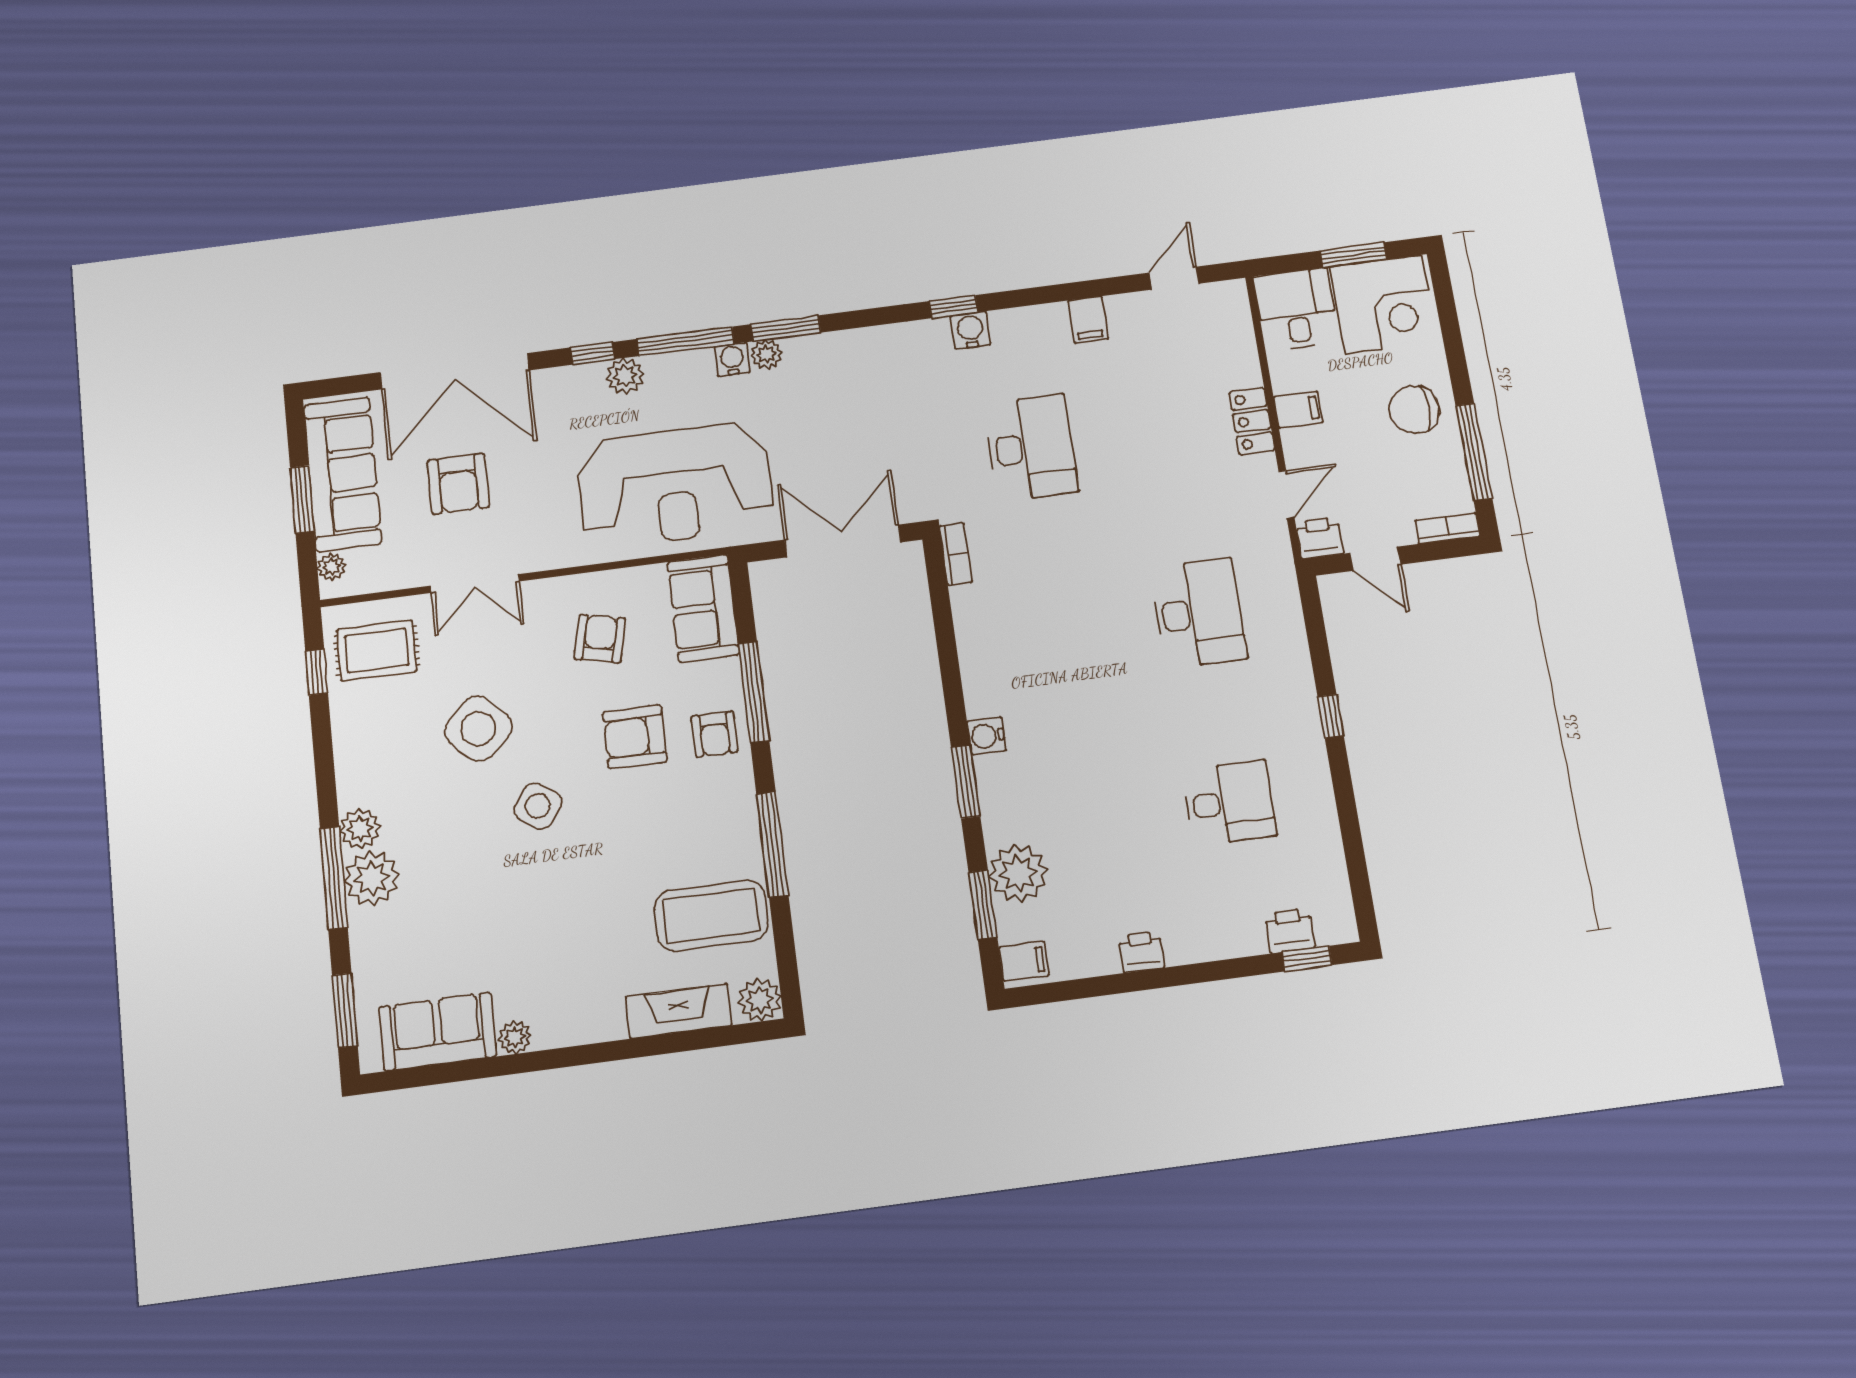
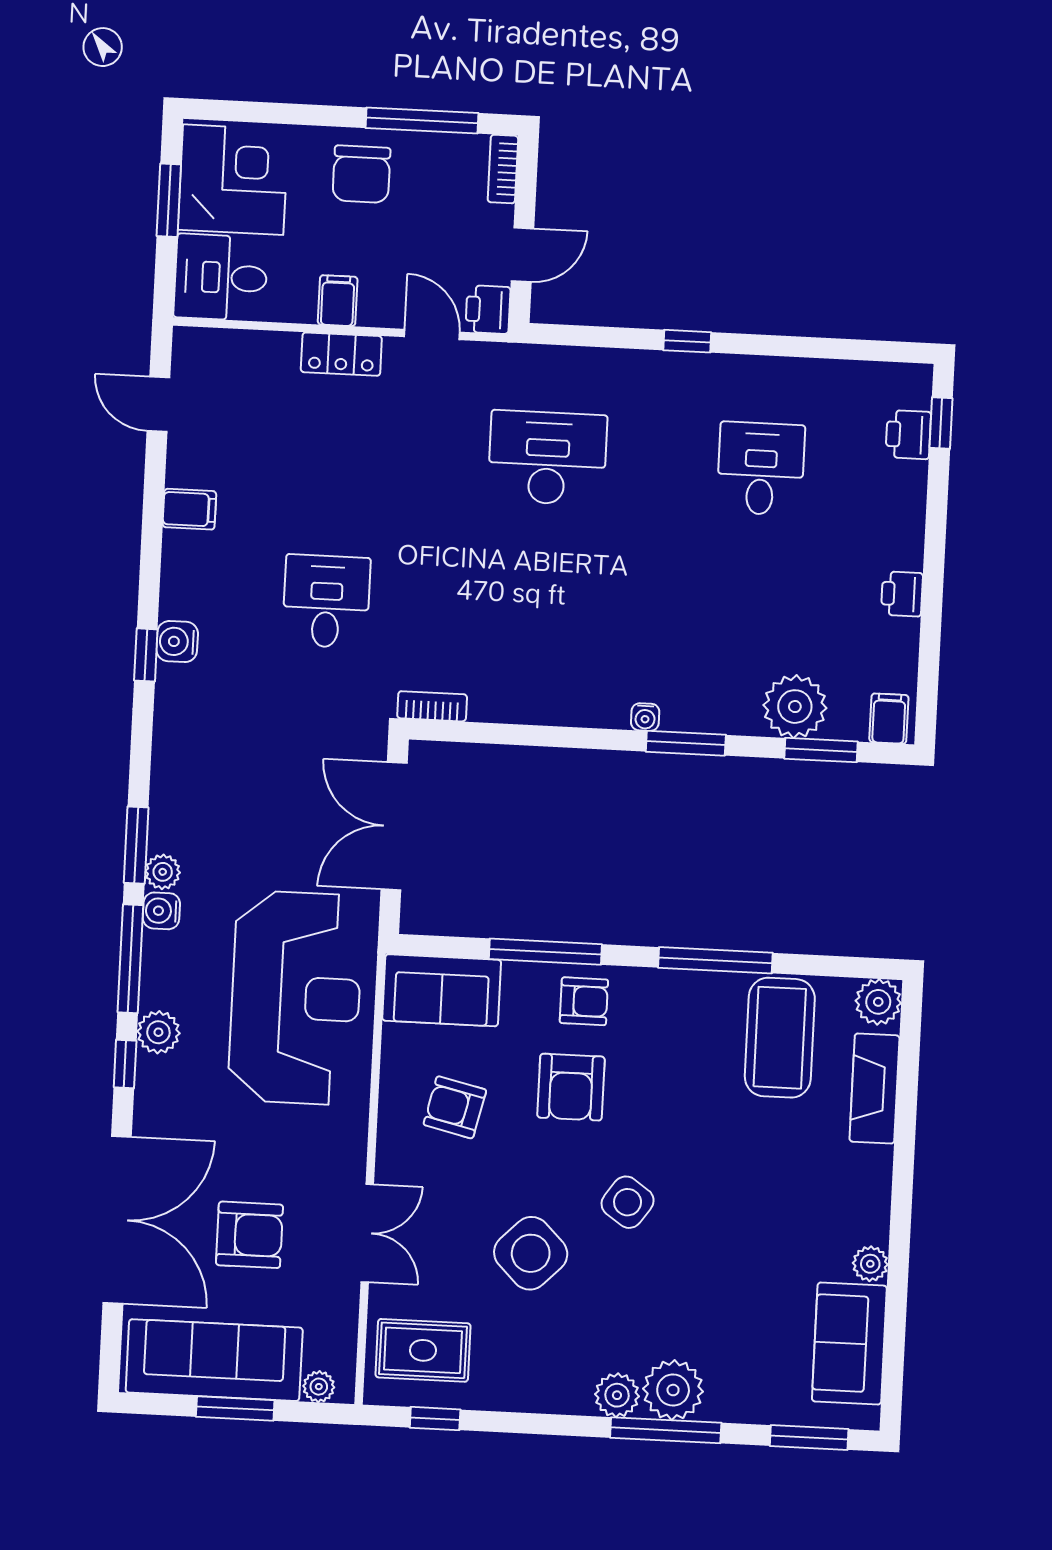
desk: (1031, 448) -> (326, 601), width x0.73
rug: (377, 651) -> (423, 1350), turned 90
water cooler: (987, 736) -> (645, 717), width x0.72, depth x0.72

